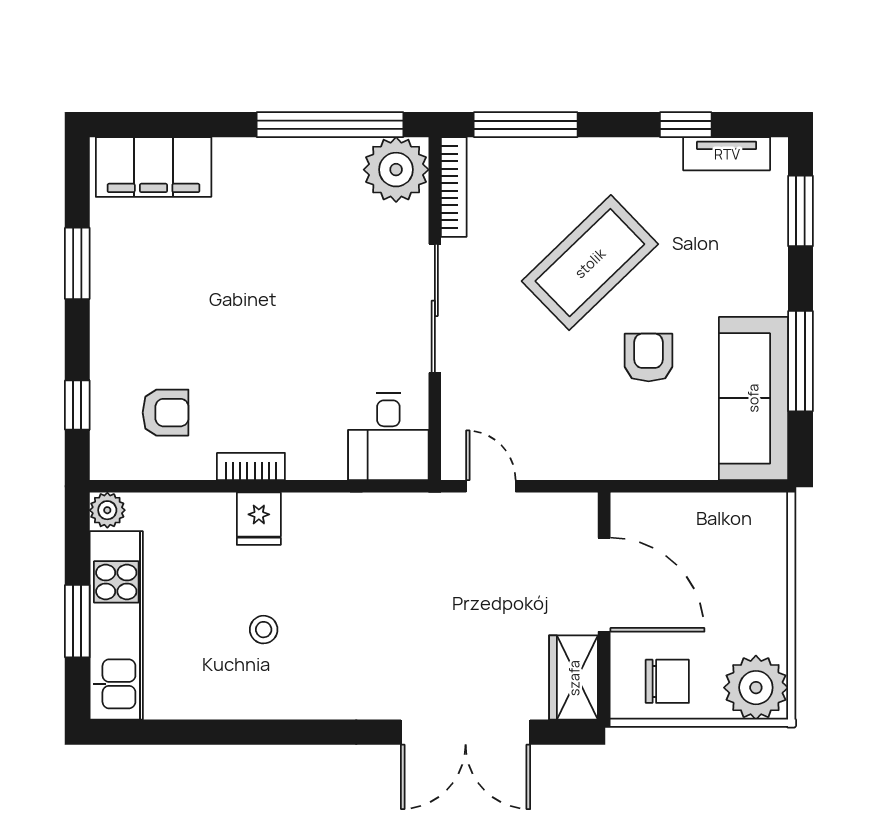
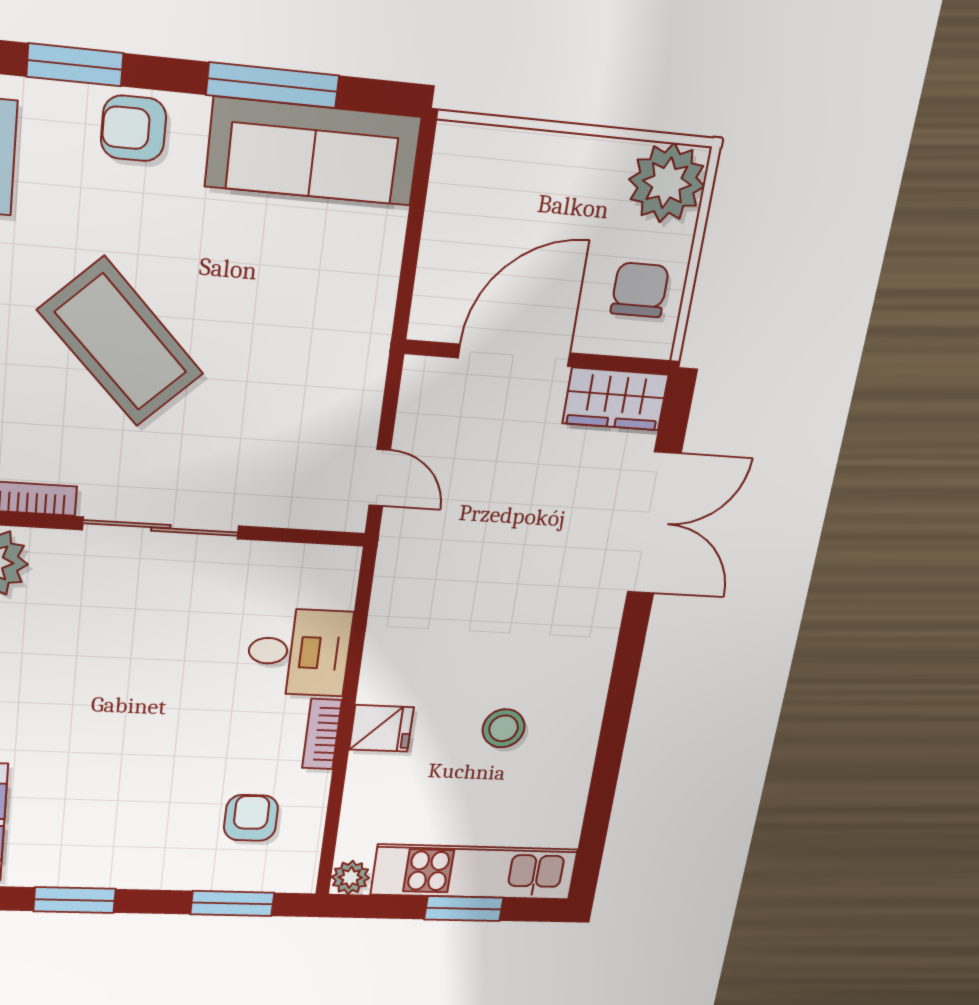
armchair: (649, 357) -> (134, 128), moved
window: (77, 405) -> (232, 903), width x1.50
desk: (388, 437) -> (299, 652), moved
door: (491, 486) -> (380, 478), swing flipped
stool: (264, 630) -> (504, 728), width x1.37, depth x1.37

